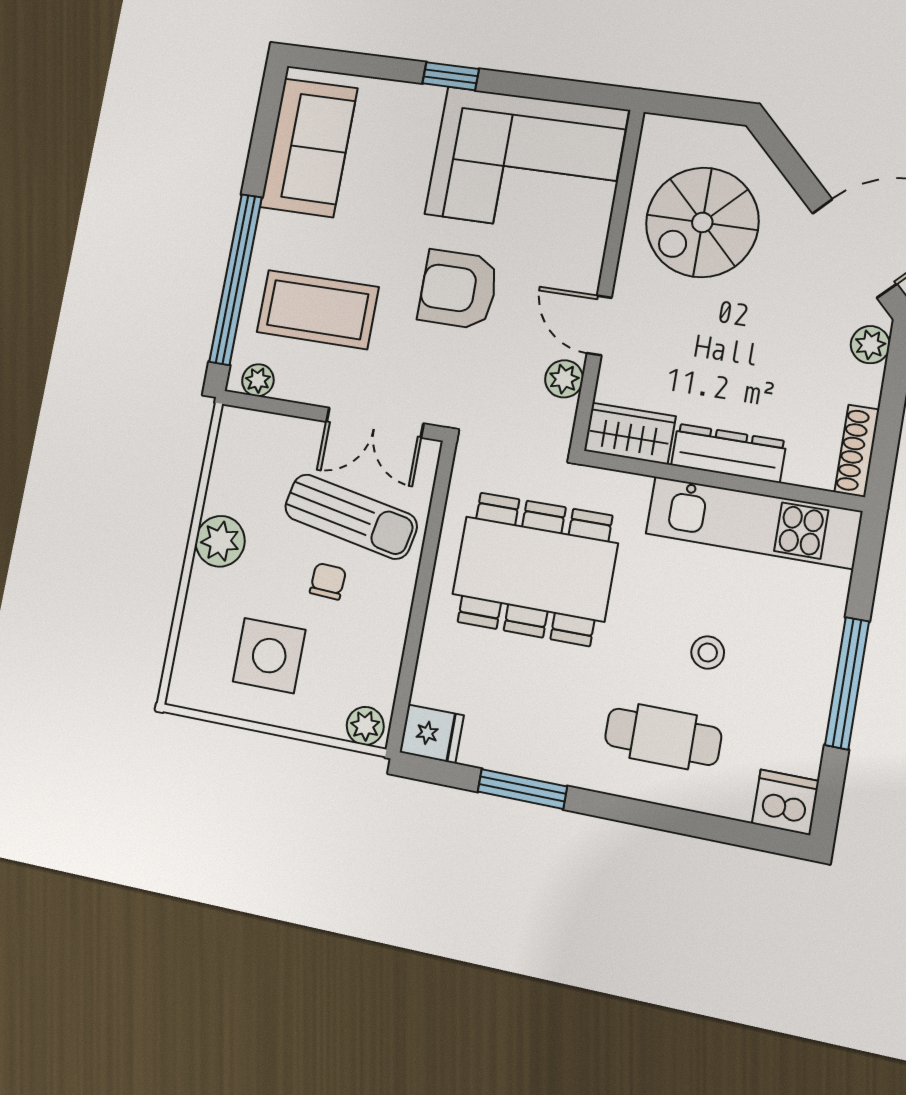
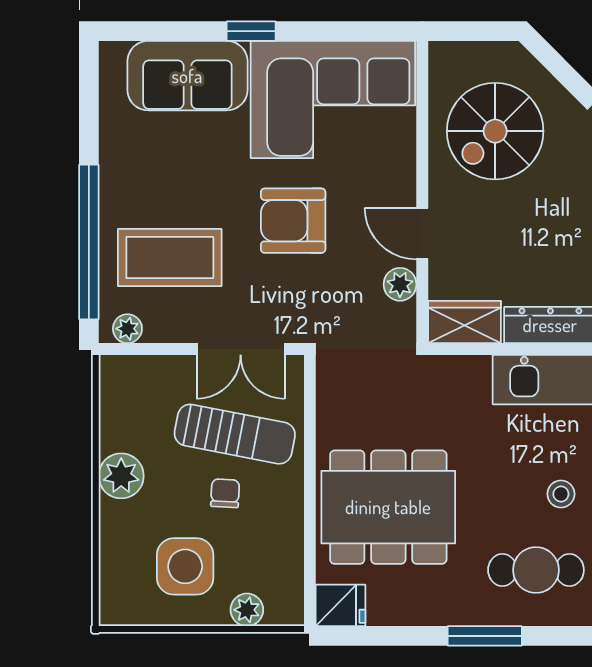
sofa: (309, 148) -> (187, 76), moved, turned 90
dining table: (535, 569) -> (388, 507), moved
plant: (365, 726) -> (247, 610), moved
window: (522, 789) -> (485, 636), moved

